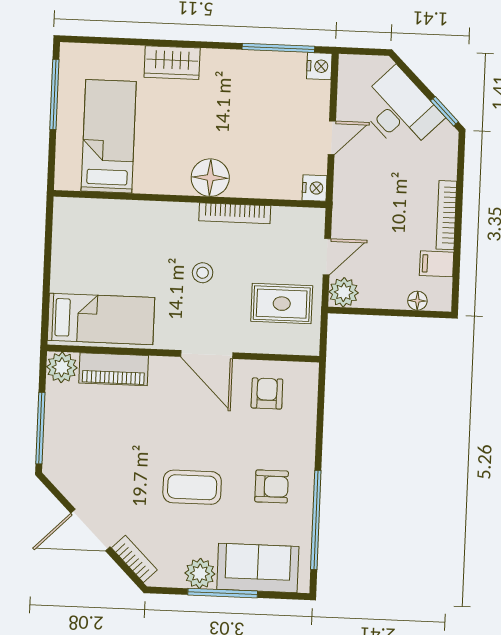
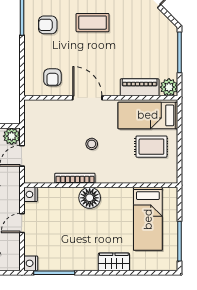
rug: (282, 304) -> (151, 147), moved

